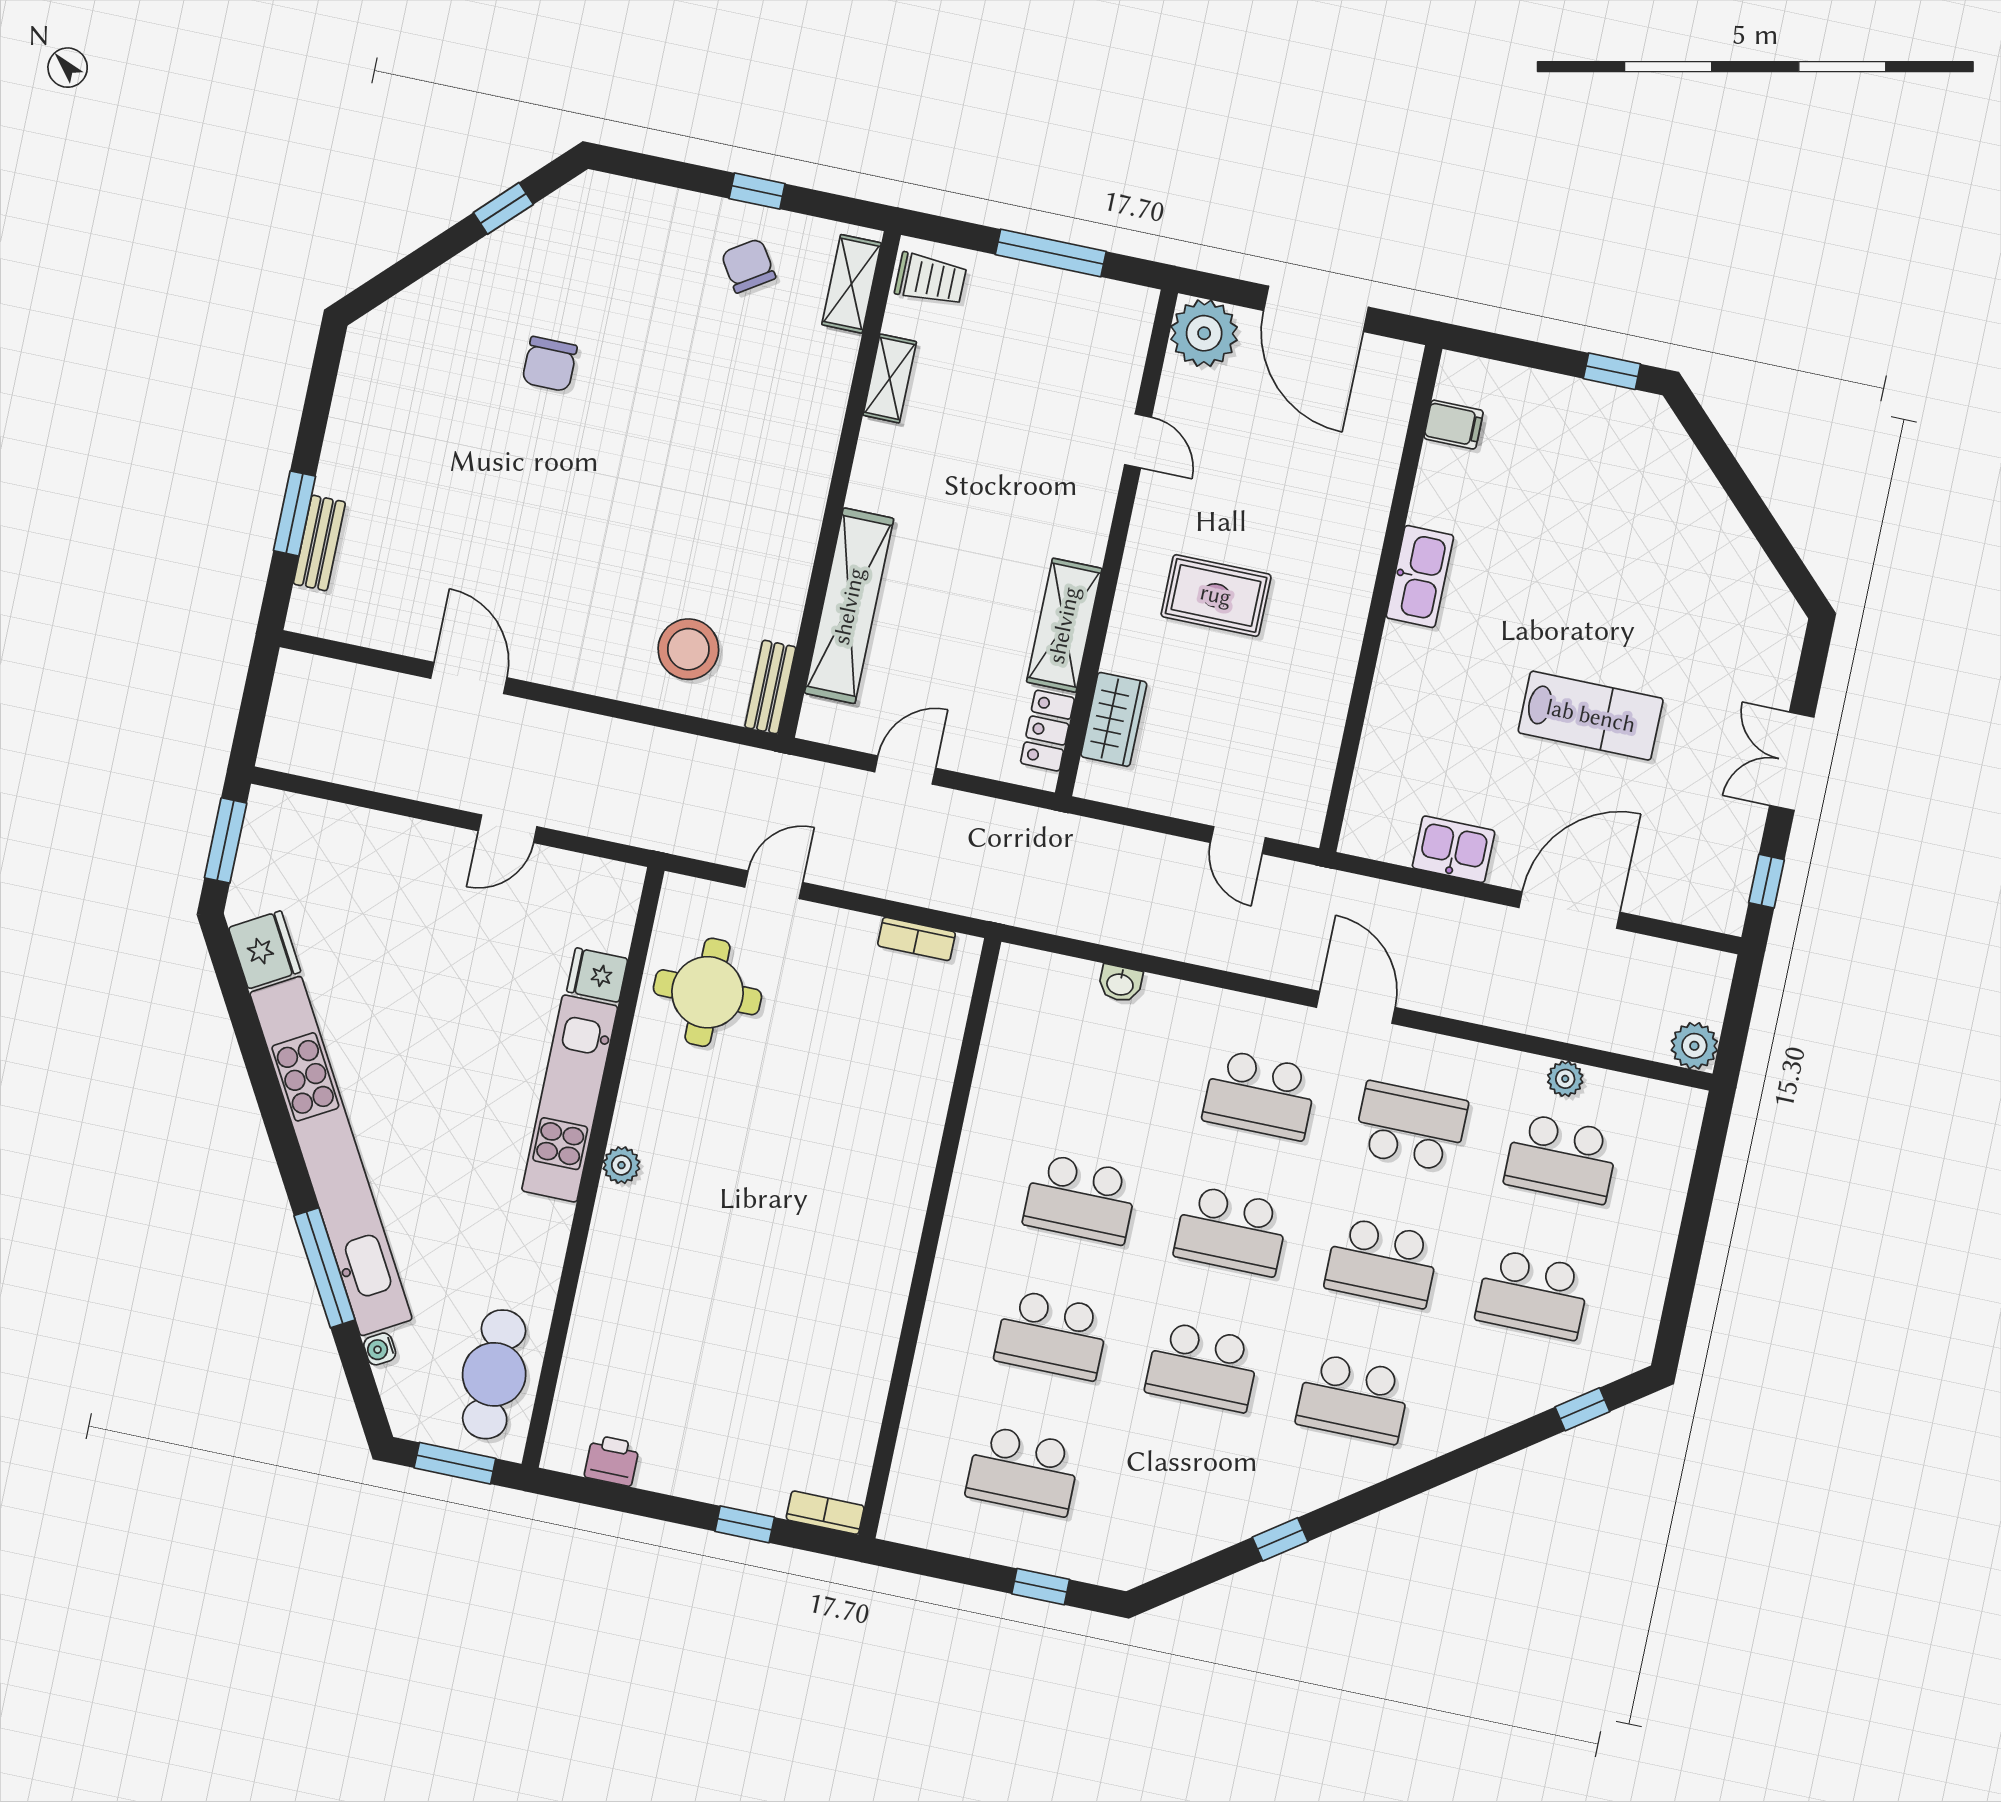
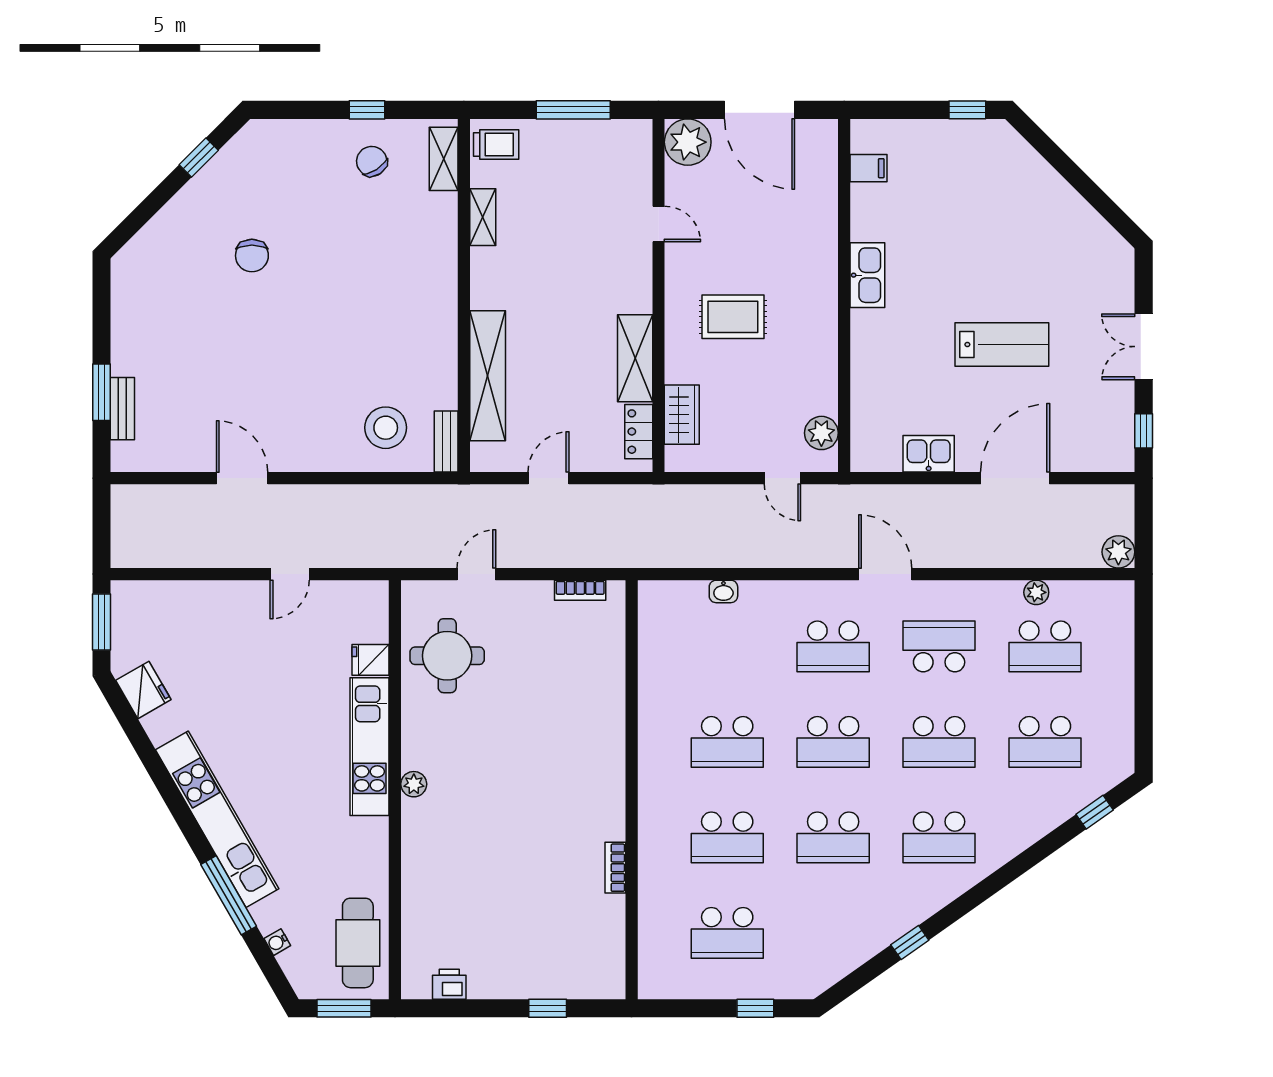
plant: (1307, 787) -> (821, 433), added
kitchen unit: (331, 1156) -> (217, 819), width x0.73
bookcase: (825, 1513) -> (615, 868), moved, turned -90

